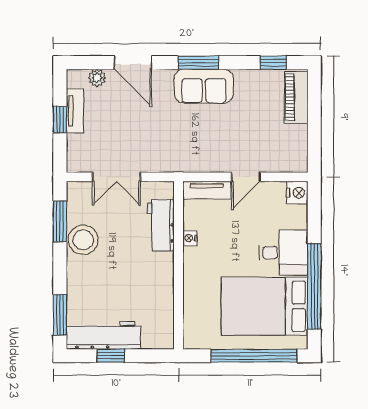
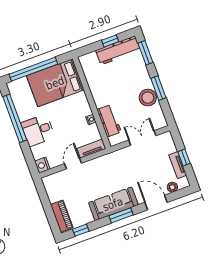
sofa: (204, 86) -> (113, 204), width x1.36
window: (60, 221) -> (158, 88), moved
bed: (265, 306) -> (55, 83), moved, turned 180

